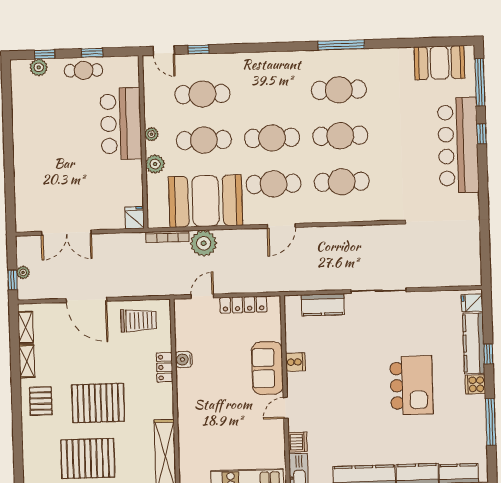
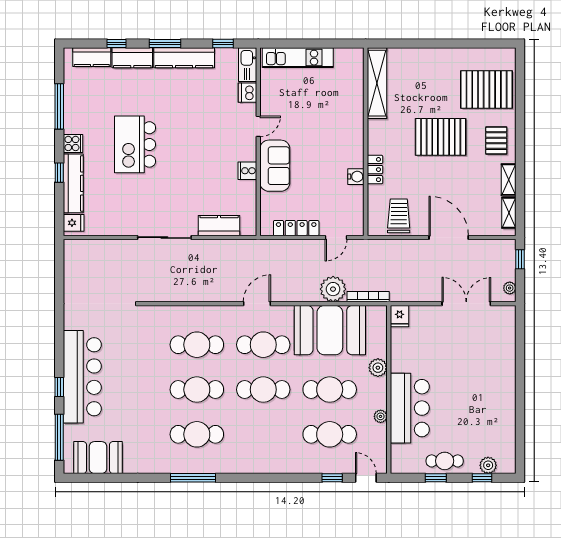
plant: (151, 134) -> (381, 416), moved
plant: (23, 272) -> (510, 288), moved
trolley: (139, 320) -> (399, 216), turned 90
pallet: (88, 458) -> (487, 89), moved

